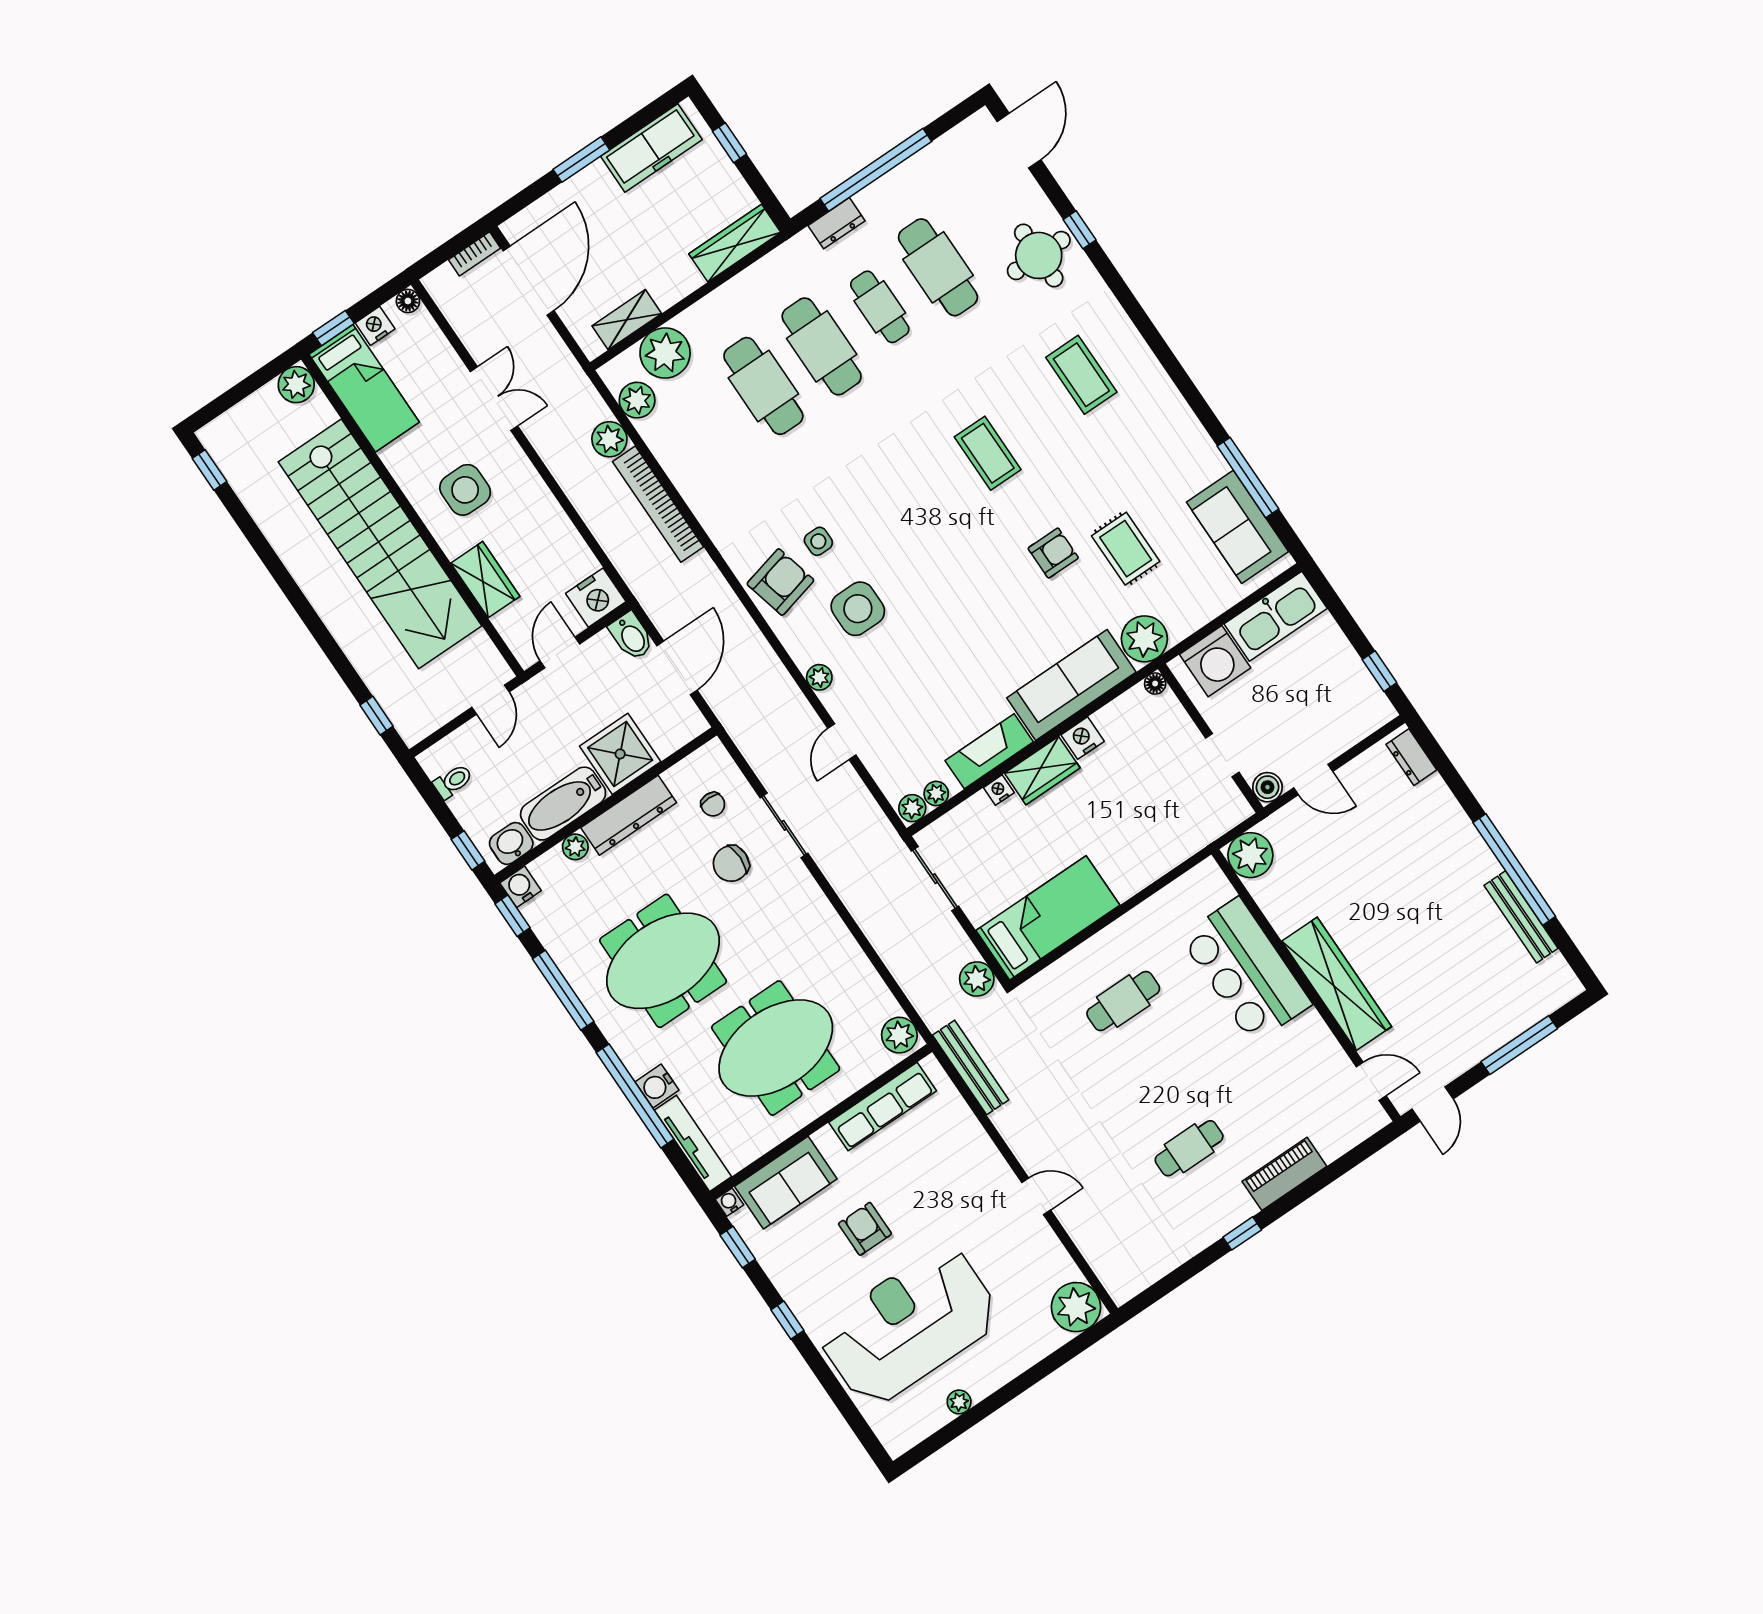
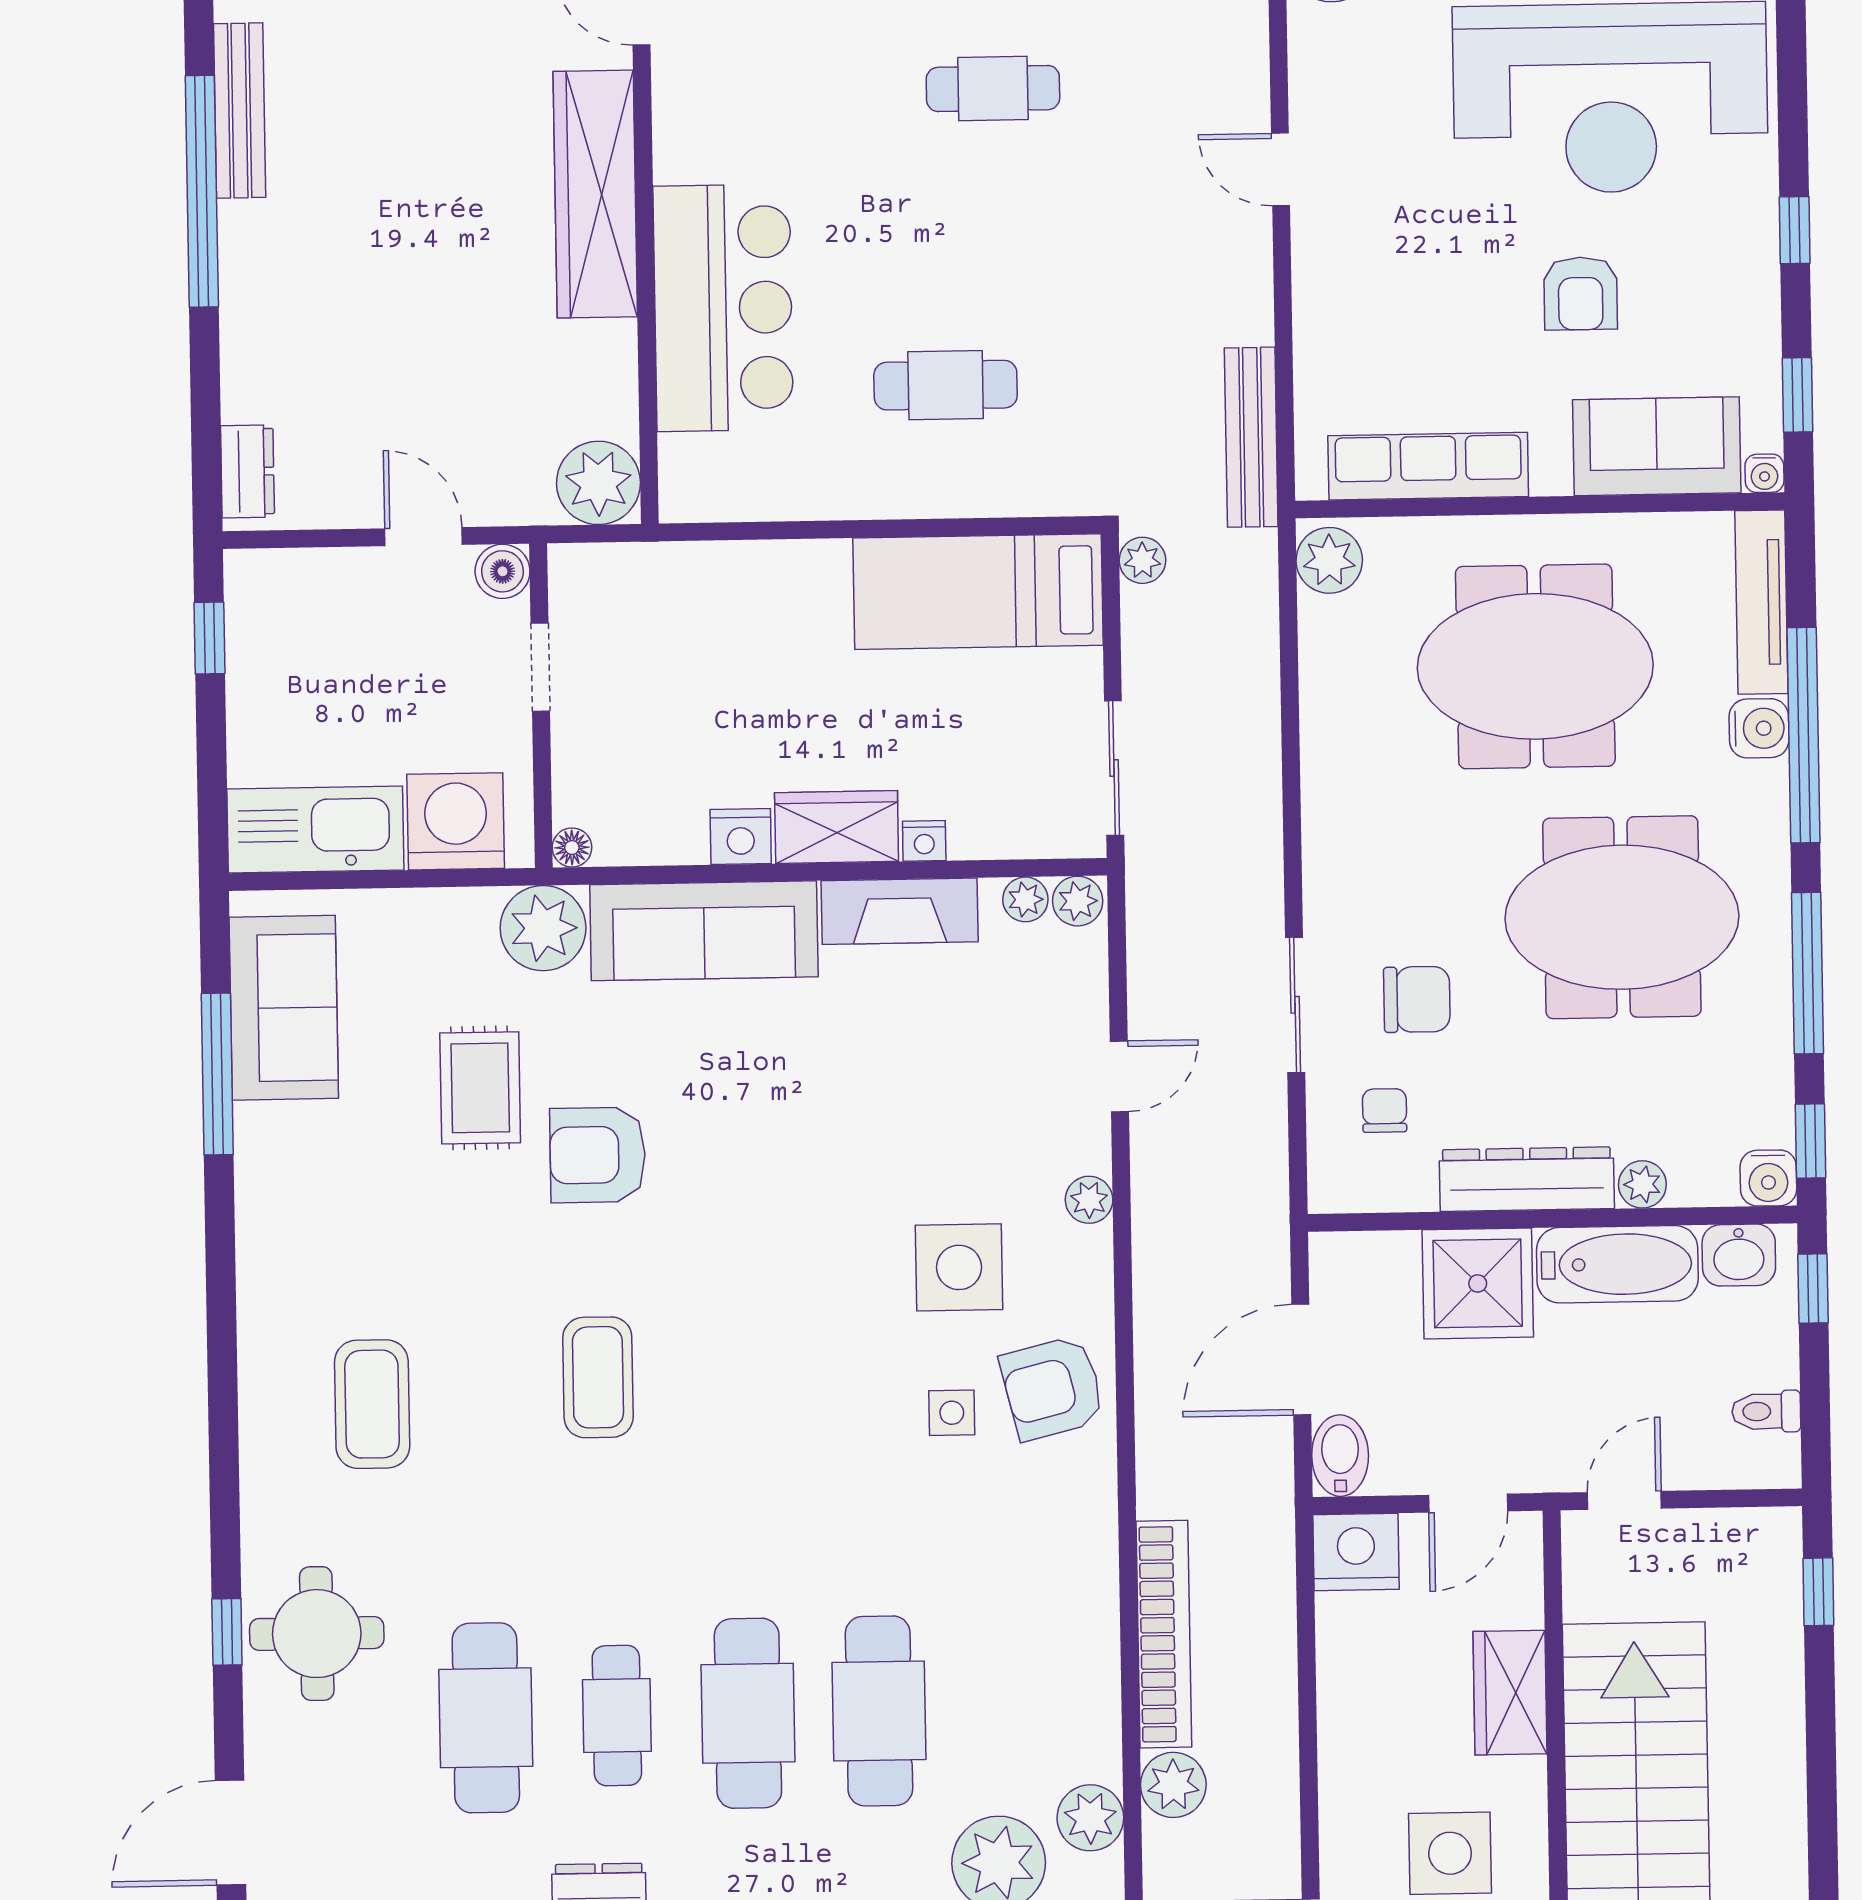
armchair: (1053, 553) -> (598, 1155), width x1.38, depth x1.38
plant: (977, 979) -> (1142, 560), width x0.73, depth x0.73

